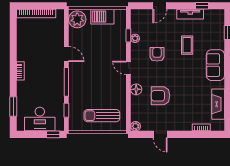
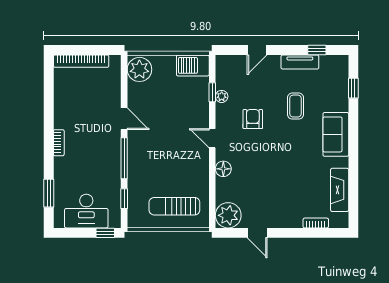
barbecue: (102, 17) -> (193, 65), moved
armchair: (161, 96) -> (258, 178), removed
plant: (135, 126) -> (228, 215), width x1.88, depth x1.88

